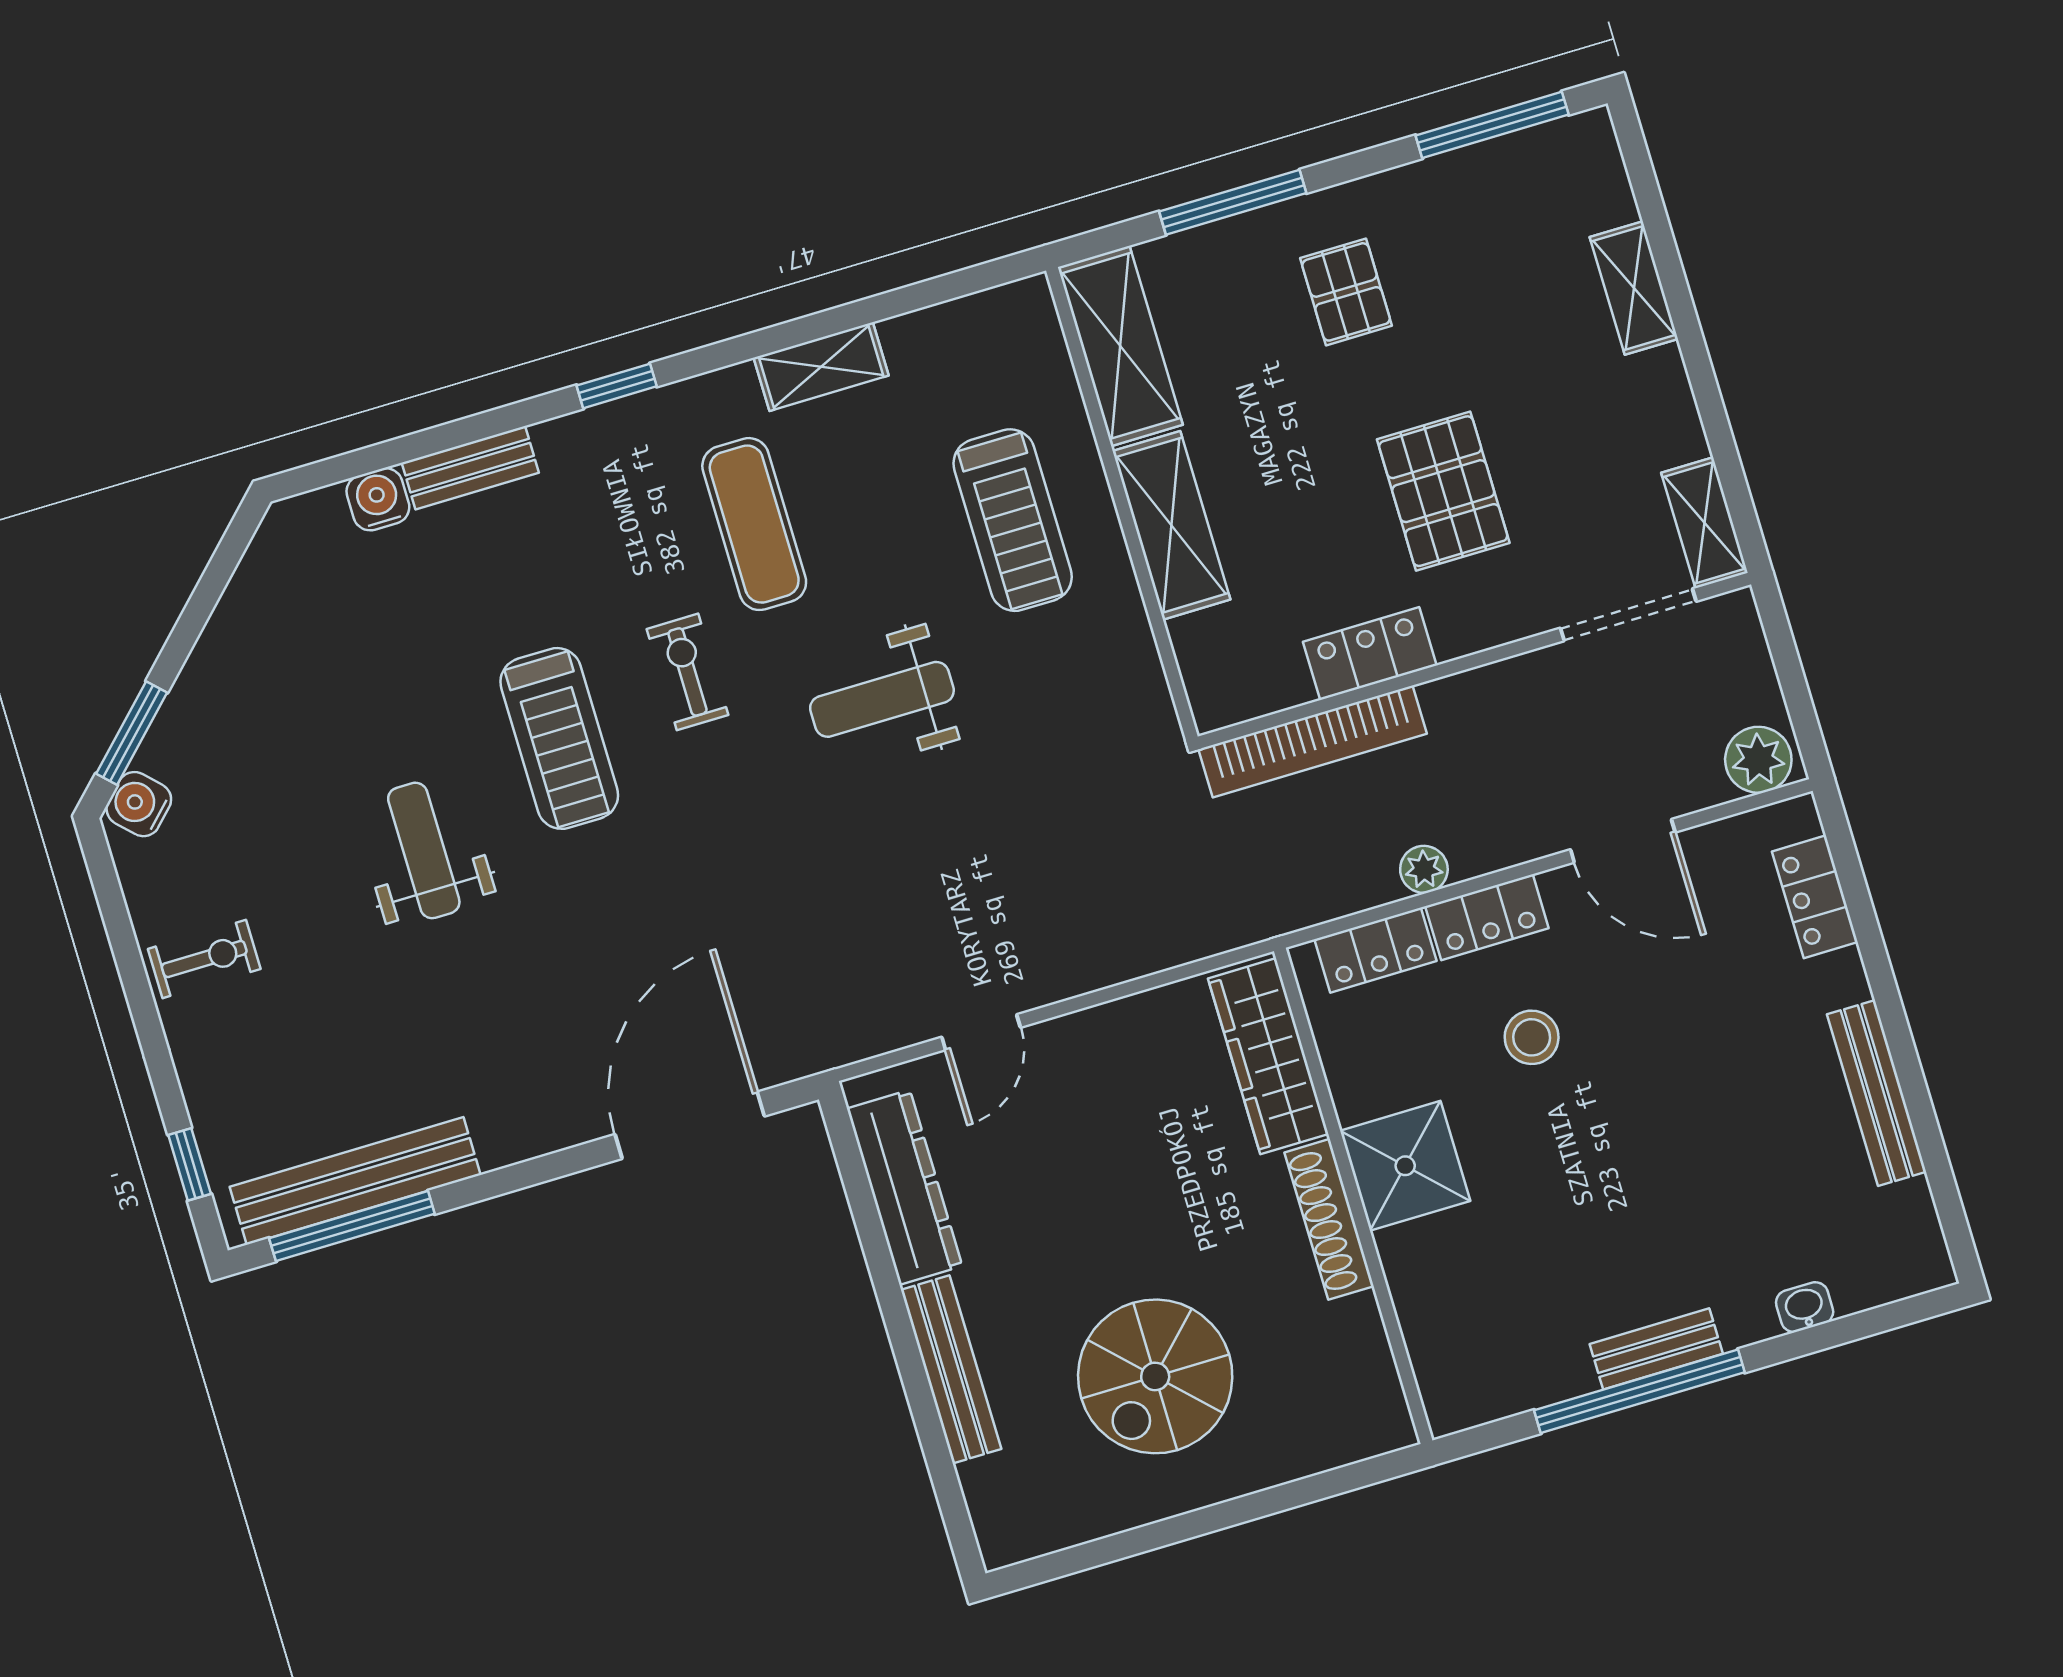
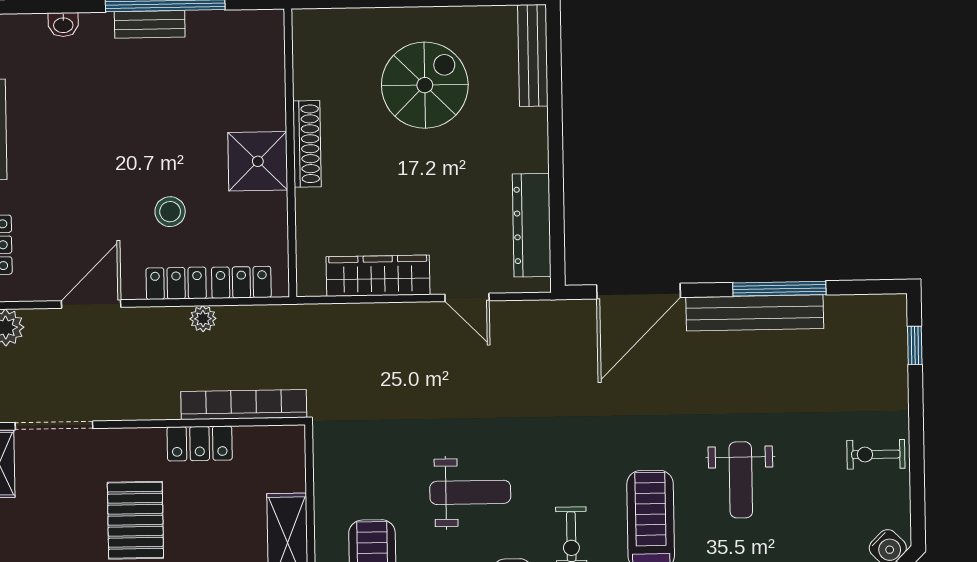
door: (1623, 841) -> (91, 304), hinge flipped
door: (981, 1032) -> (467, 297), swing flipped
wardrobe: (1268, 1056) -> (378, 276), moved, turned -90
bench: (355, 1181) -> (755, 313), moved
window: (352, 1226) -> (779, 289), moved
bench: (951, 1369) -> (533, 55), moved

